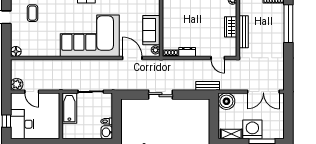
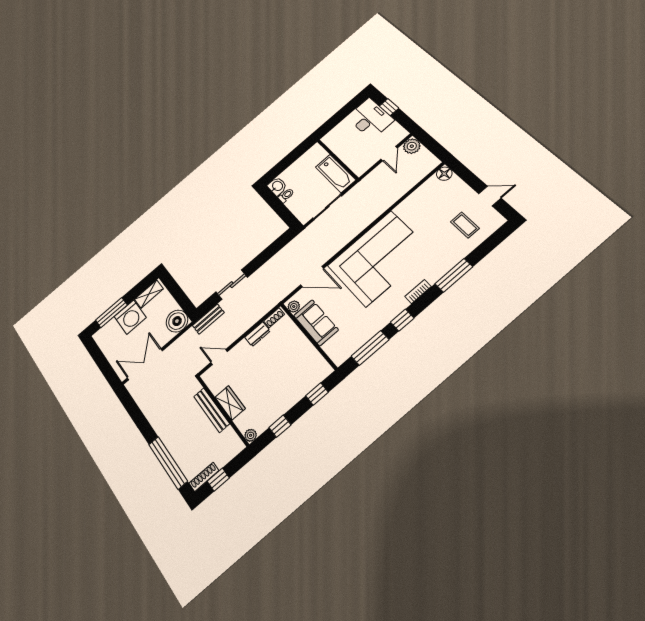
door: (32, 92) -> (389, 154), swing flipped
sliding door: (161, 95) -> (232, 285), moved

